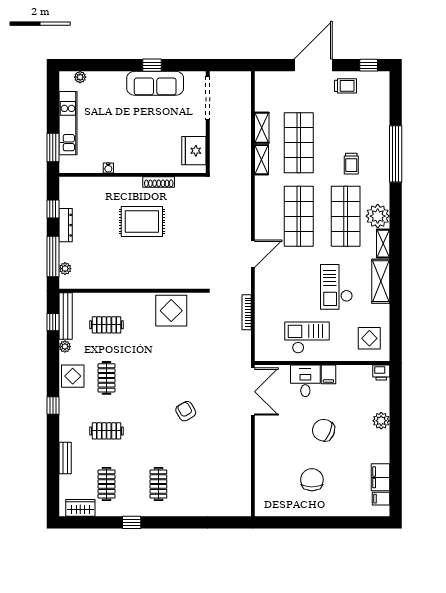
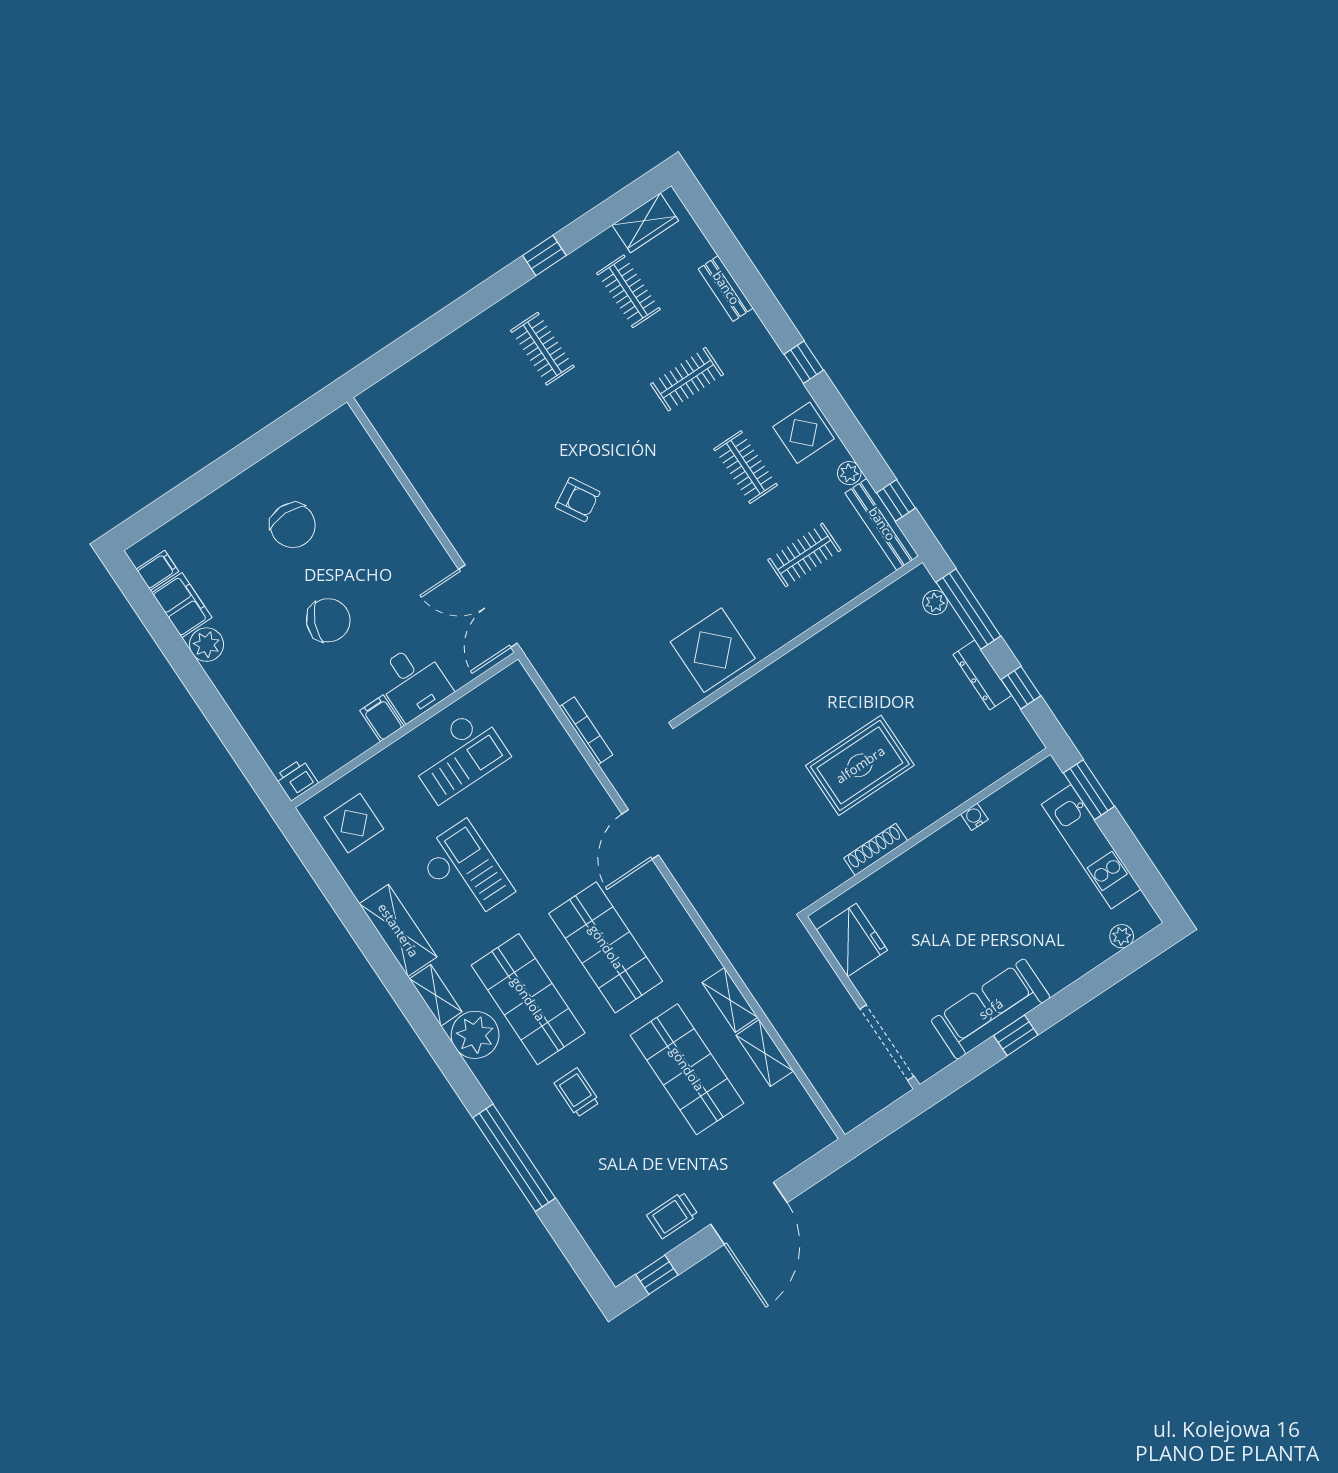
plant: (381, 421) -> (207, 645), moved

